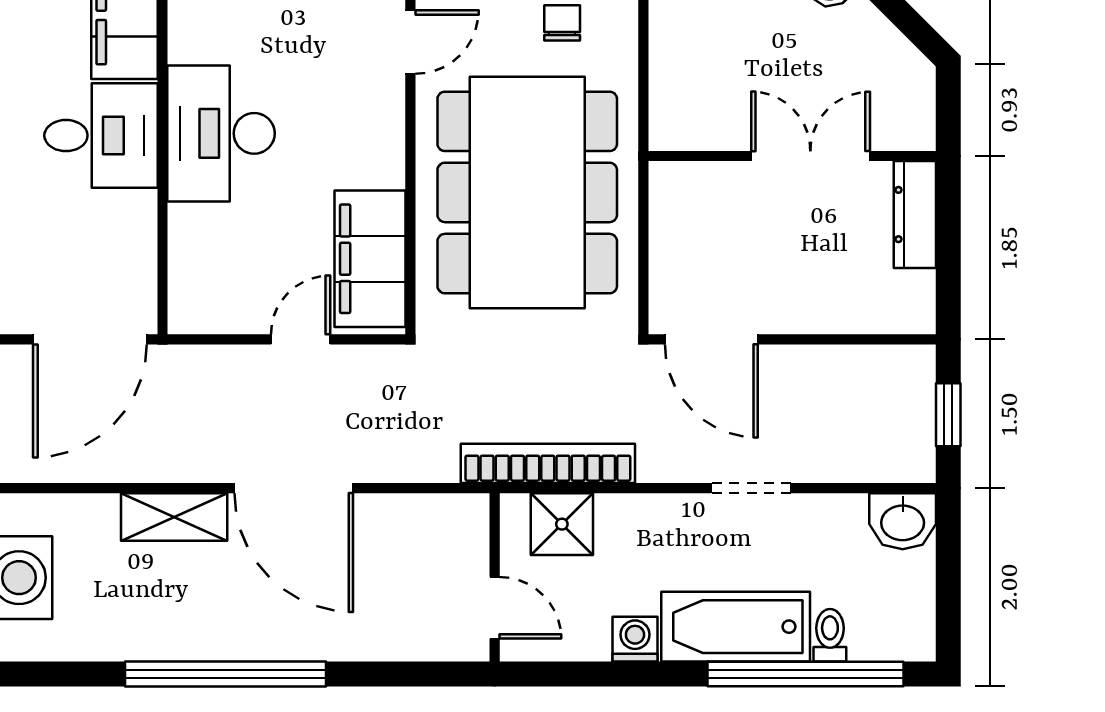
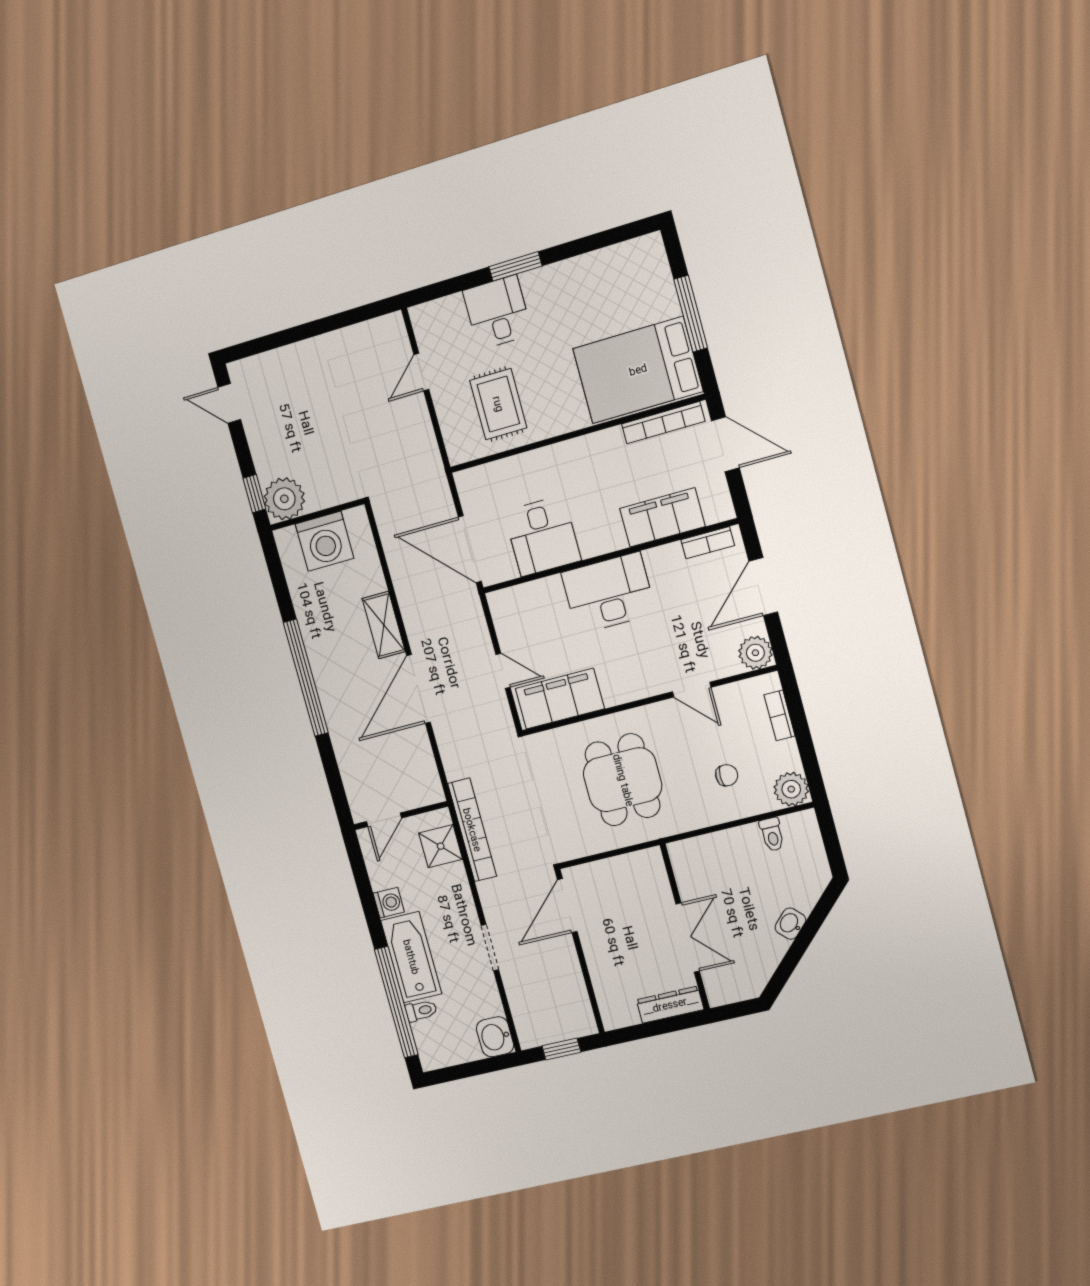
desk: (101, 136) -> (542, 536), moved
dining table: (527, 192) -> (623, 780), width x0.53, depth x0.80

